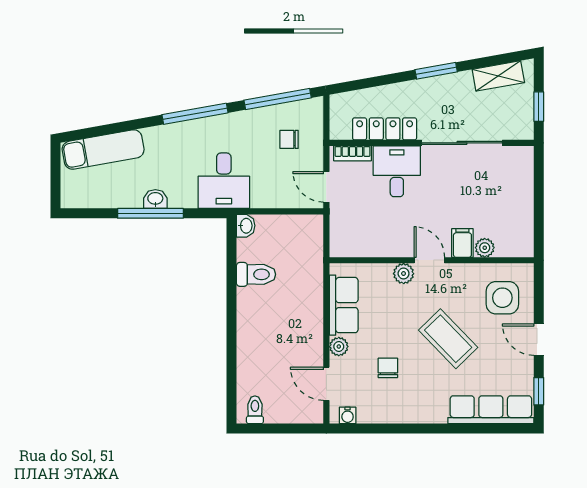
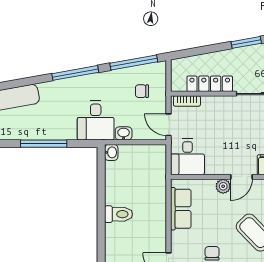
desk: (397, 171) -> (188, 157), moved, turned 180
washbasin: (155, 199) -> (124, 133), moved
door: (429, 260) -> (241, 177), swing flipped
toilet: (256, 274) -> (119, 214), moved
plant: (339, 347) -> (177, 238), removed

